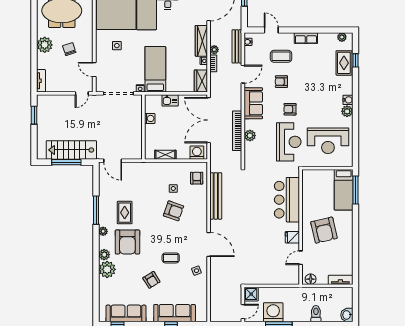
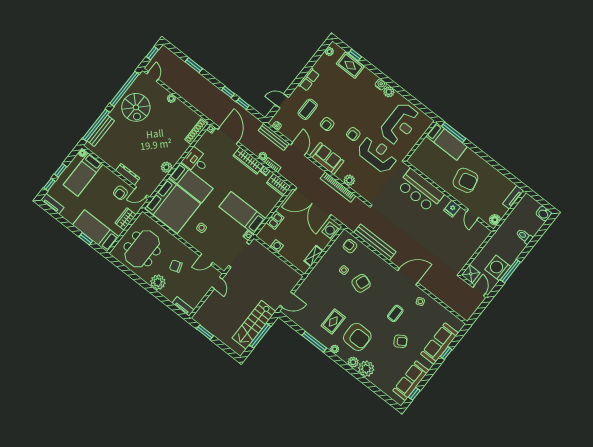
rug: (125, 213) -> (333, 321), turned 90

